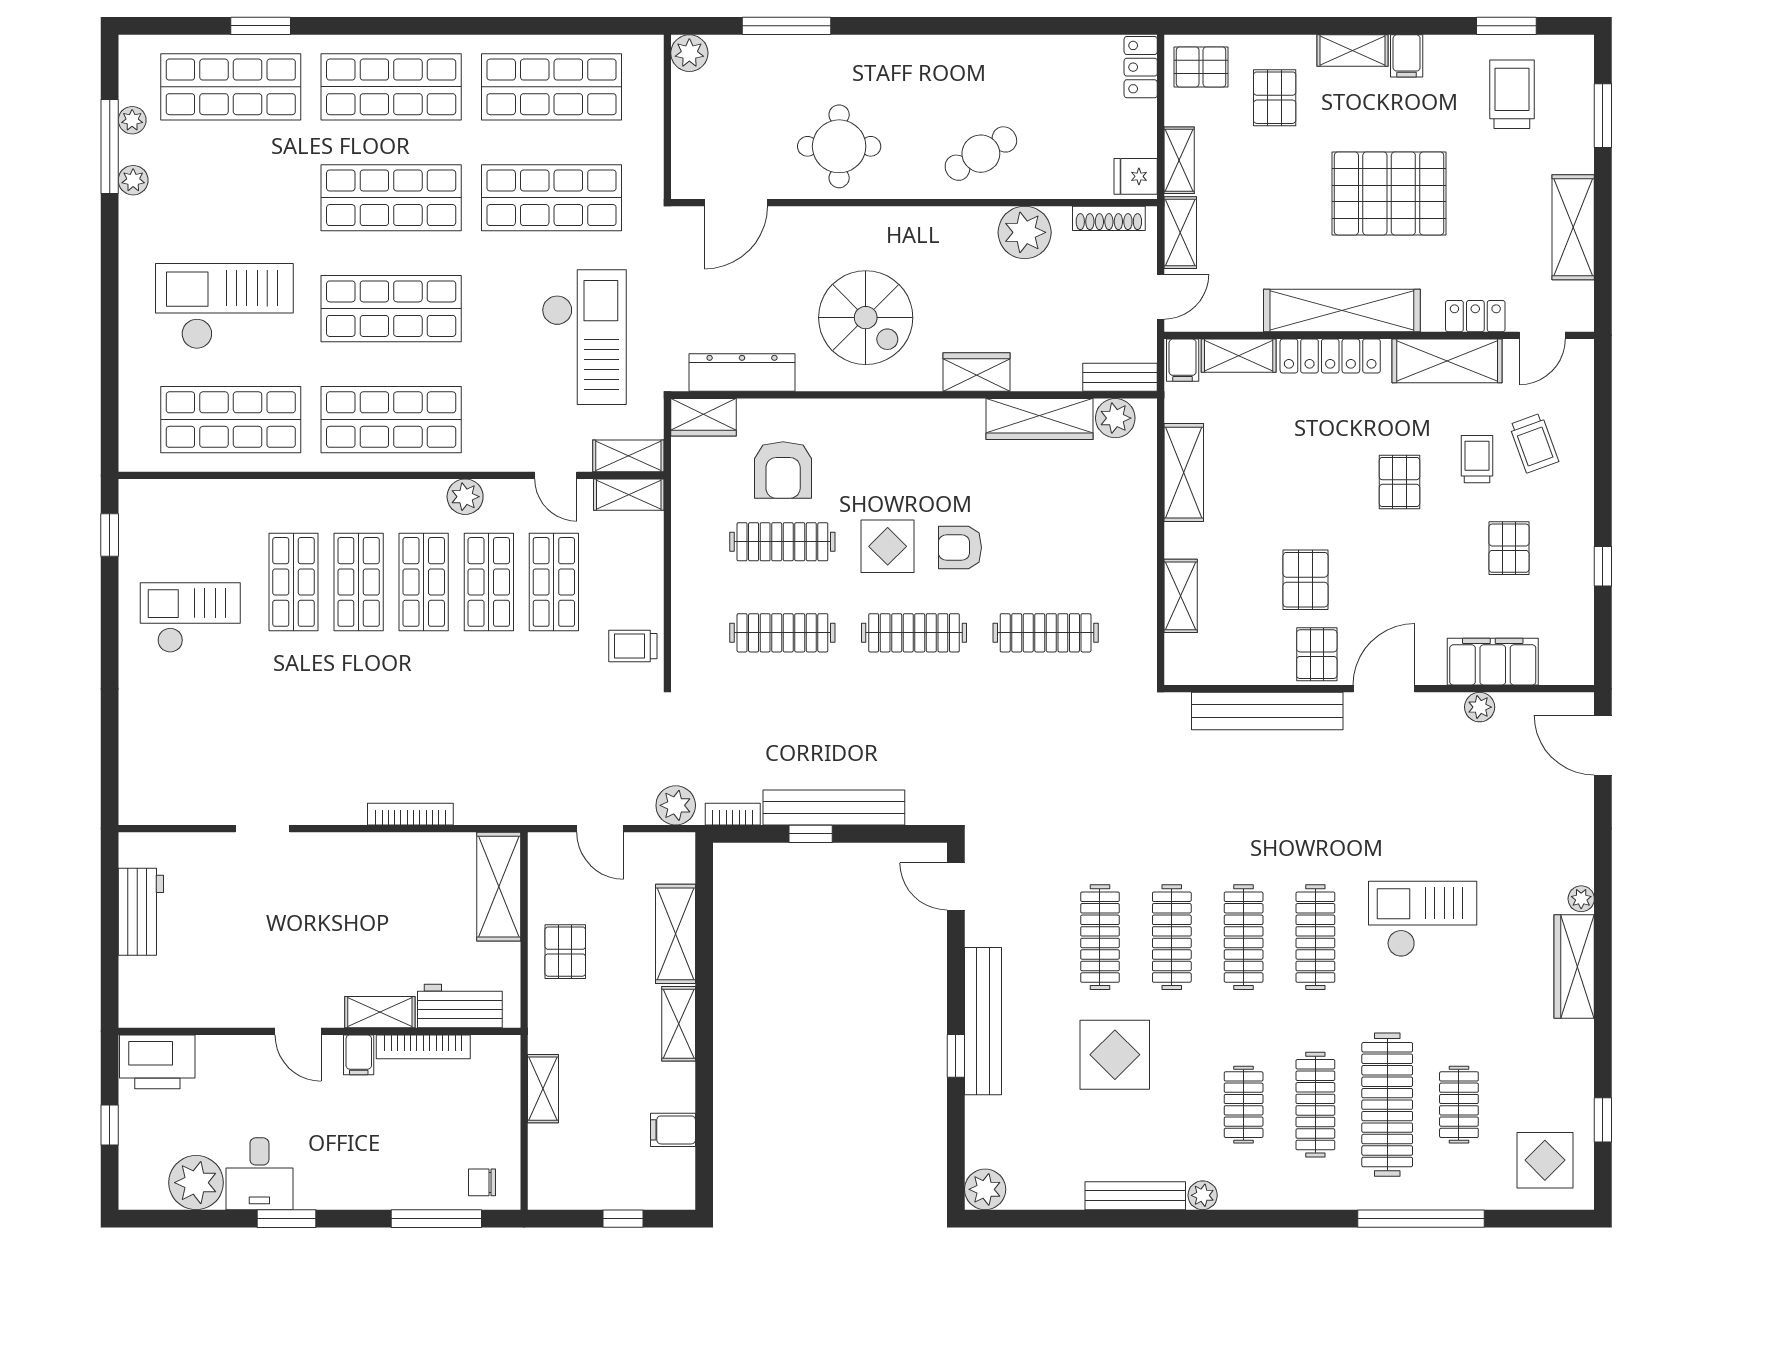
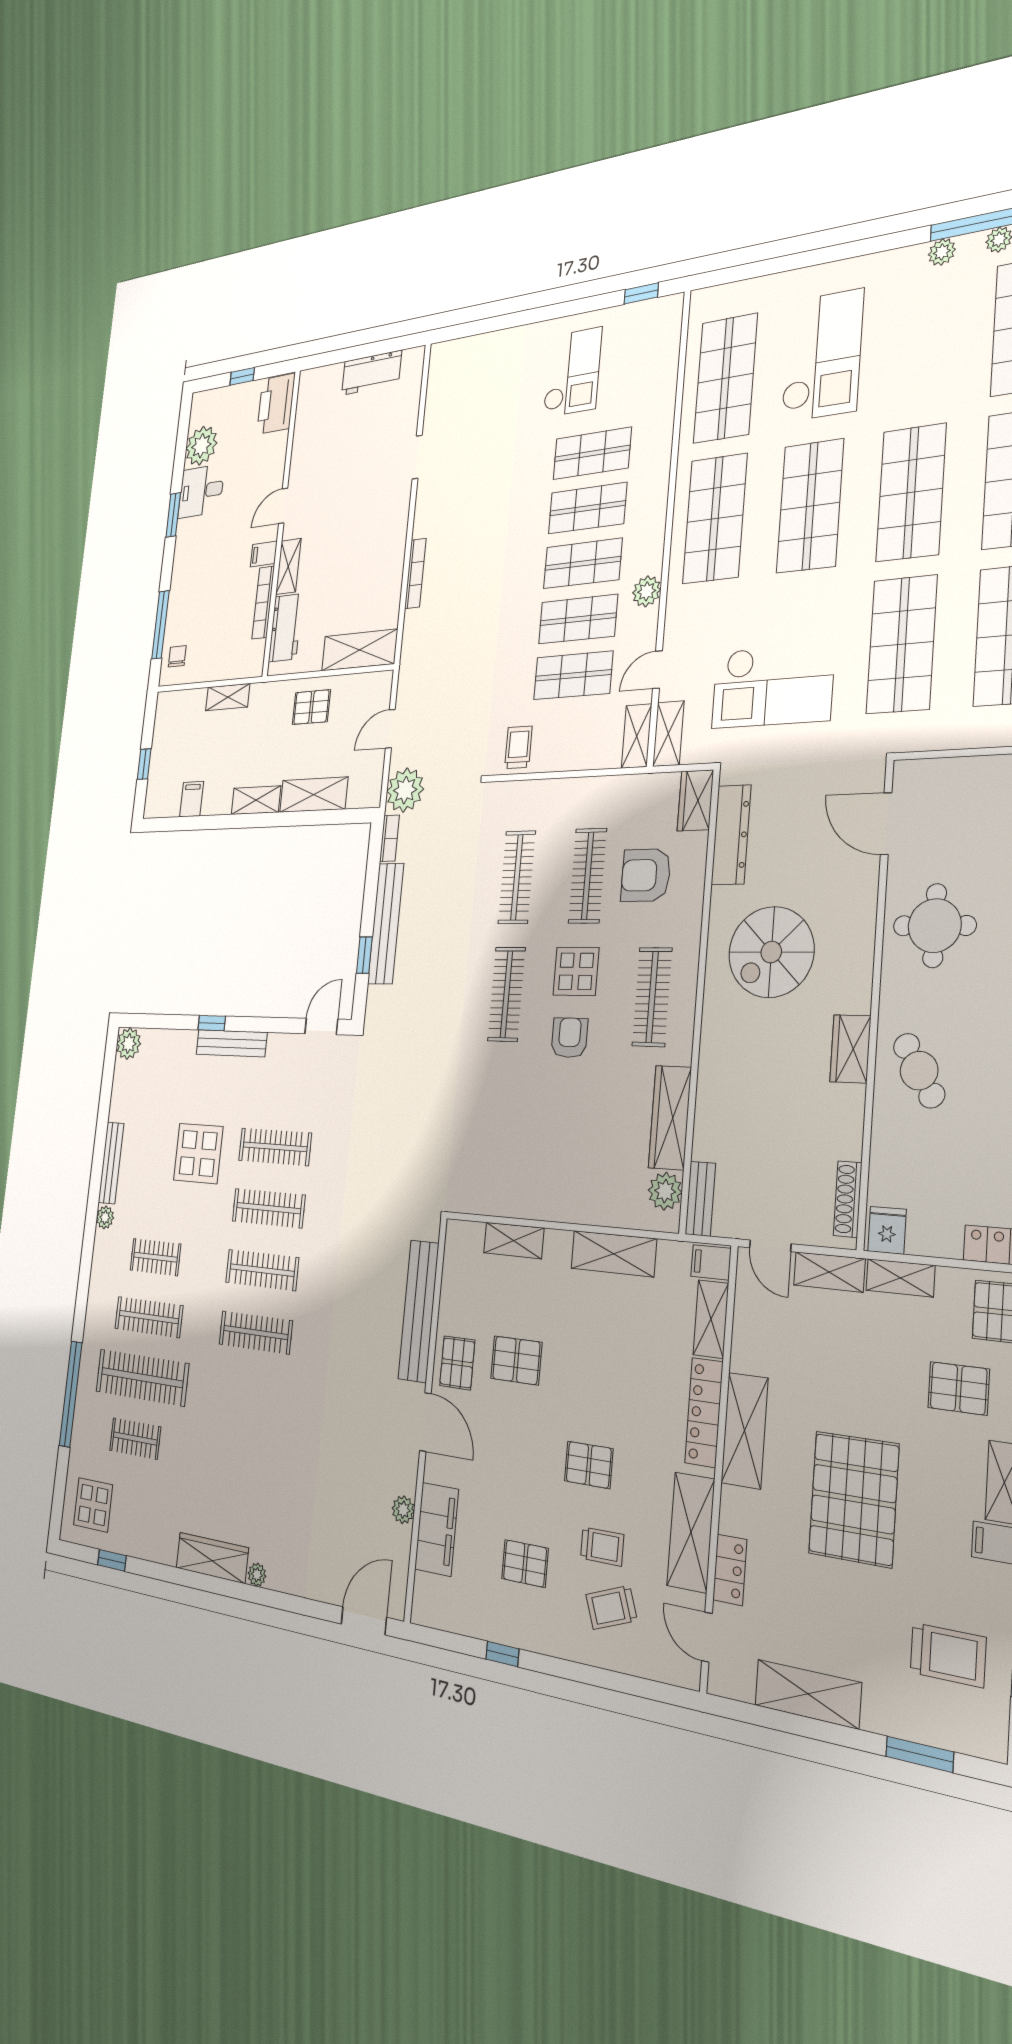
plant: (1025, 232) -> (840, 1112), removed
shelving: (1342, 311) -> (745, 1431), width x0.68
wardrobe: (977, 372) -> (850, 1049), moved, turned 180
clothes rail: (1046, 633) -> (652, 997), moved
pallet: (1317, 654) -> (457, 1363), turned 90
plant: (676, 805) -> (405, 790), width x1.36, depth x1.36
window: (811, 834) -> (364, 955), moved
checkout: (1423, 919) -> (258, 1429), removed
bench: (983, 1021) -> (231, 1043), width x0.73, depth x0.82

